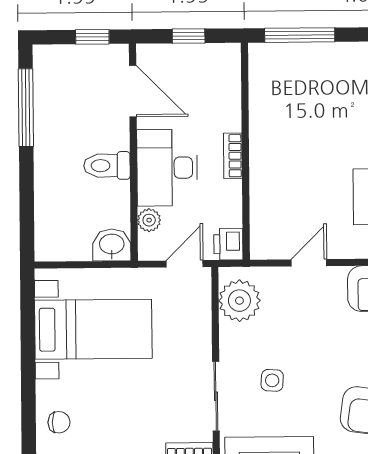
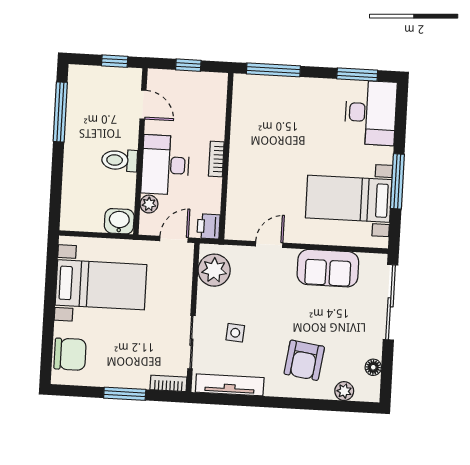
door: (133, 91) -> (143, 105), width x0.73
chair: (59, 422) -> (70, 354), width x1.87, depth x1.87

